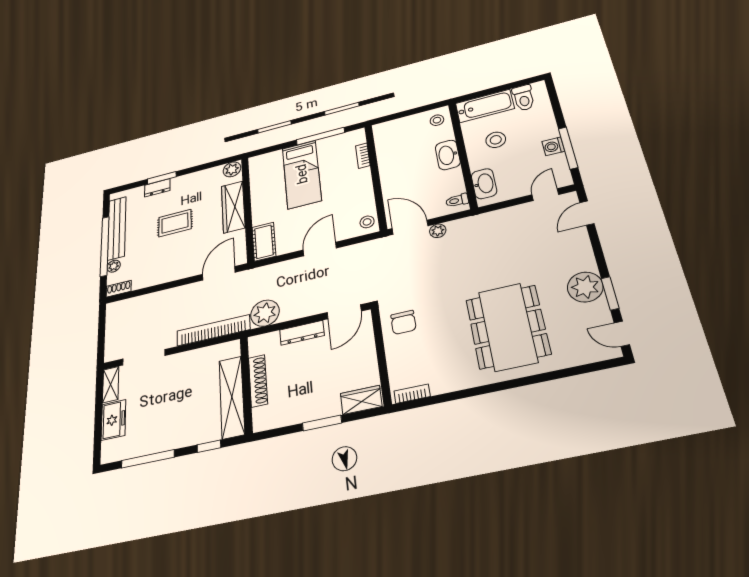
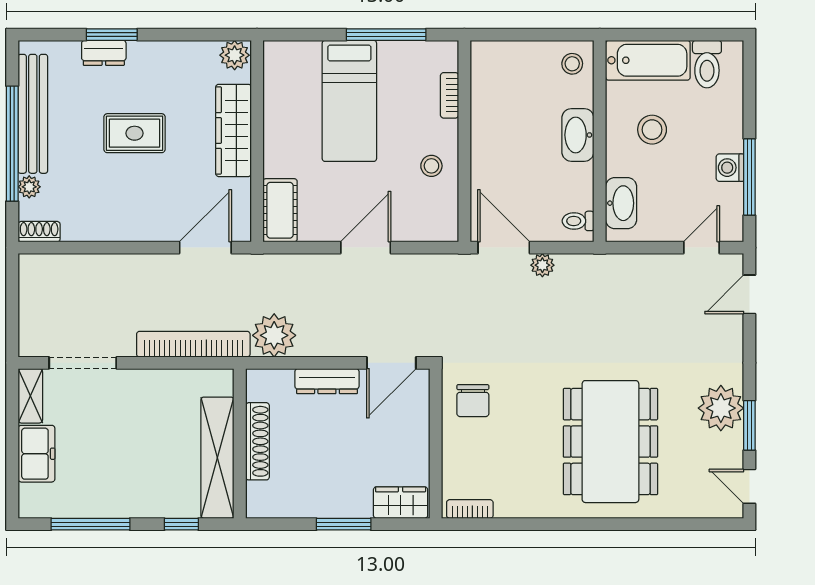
stool: (367, 222) -> (431, 166), moved

